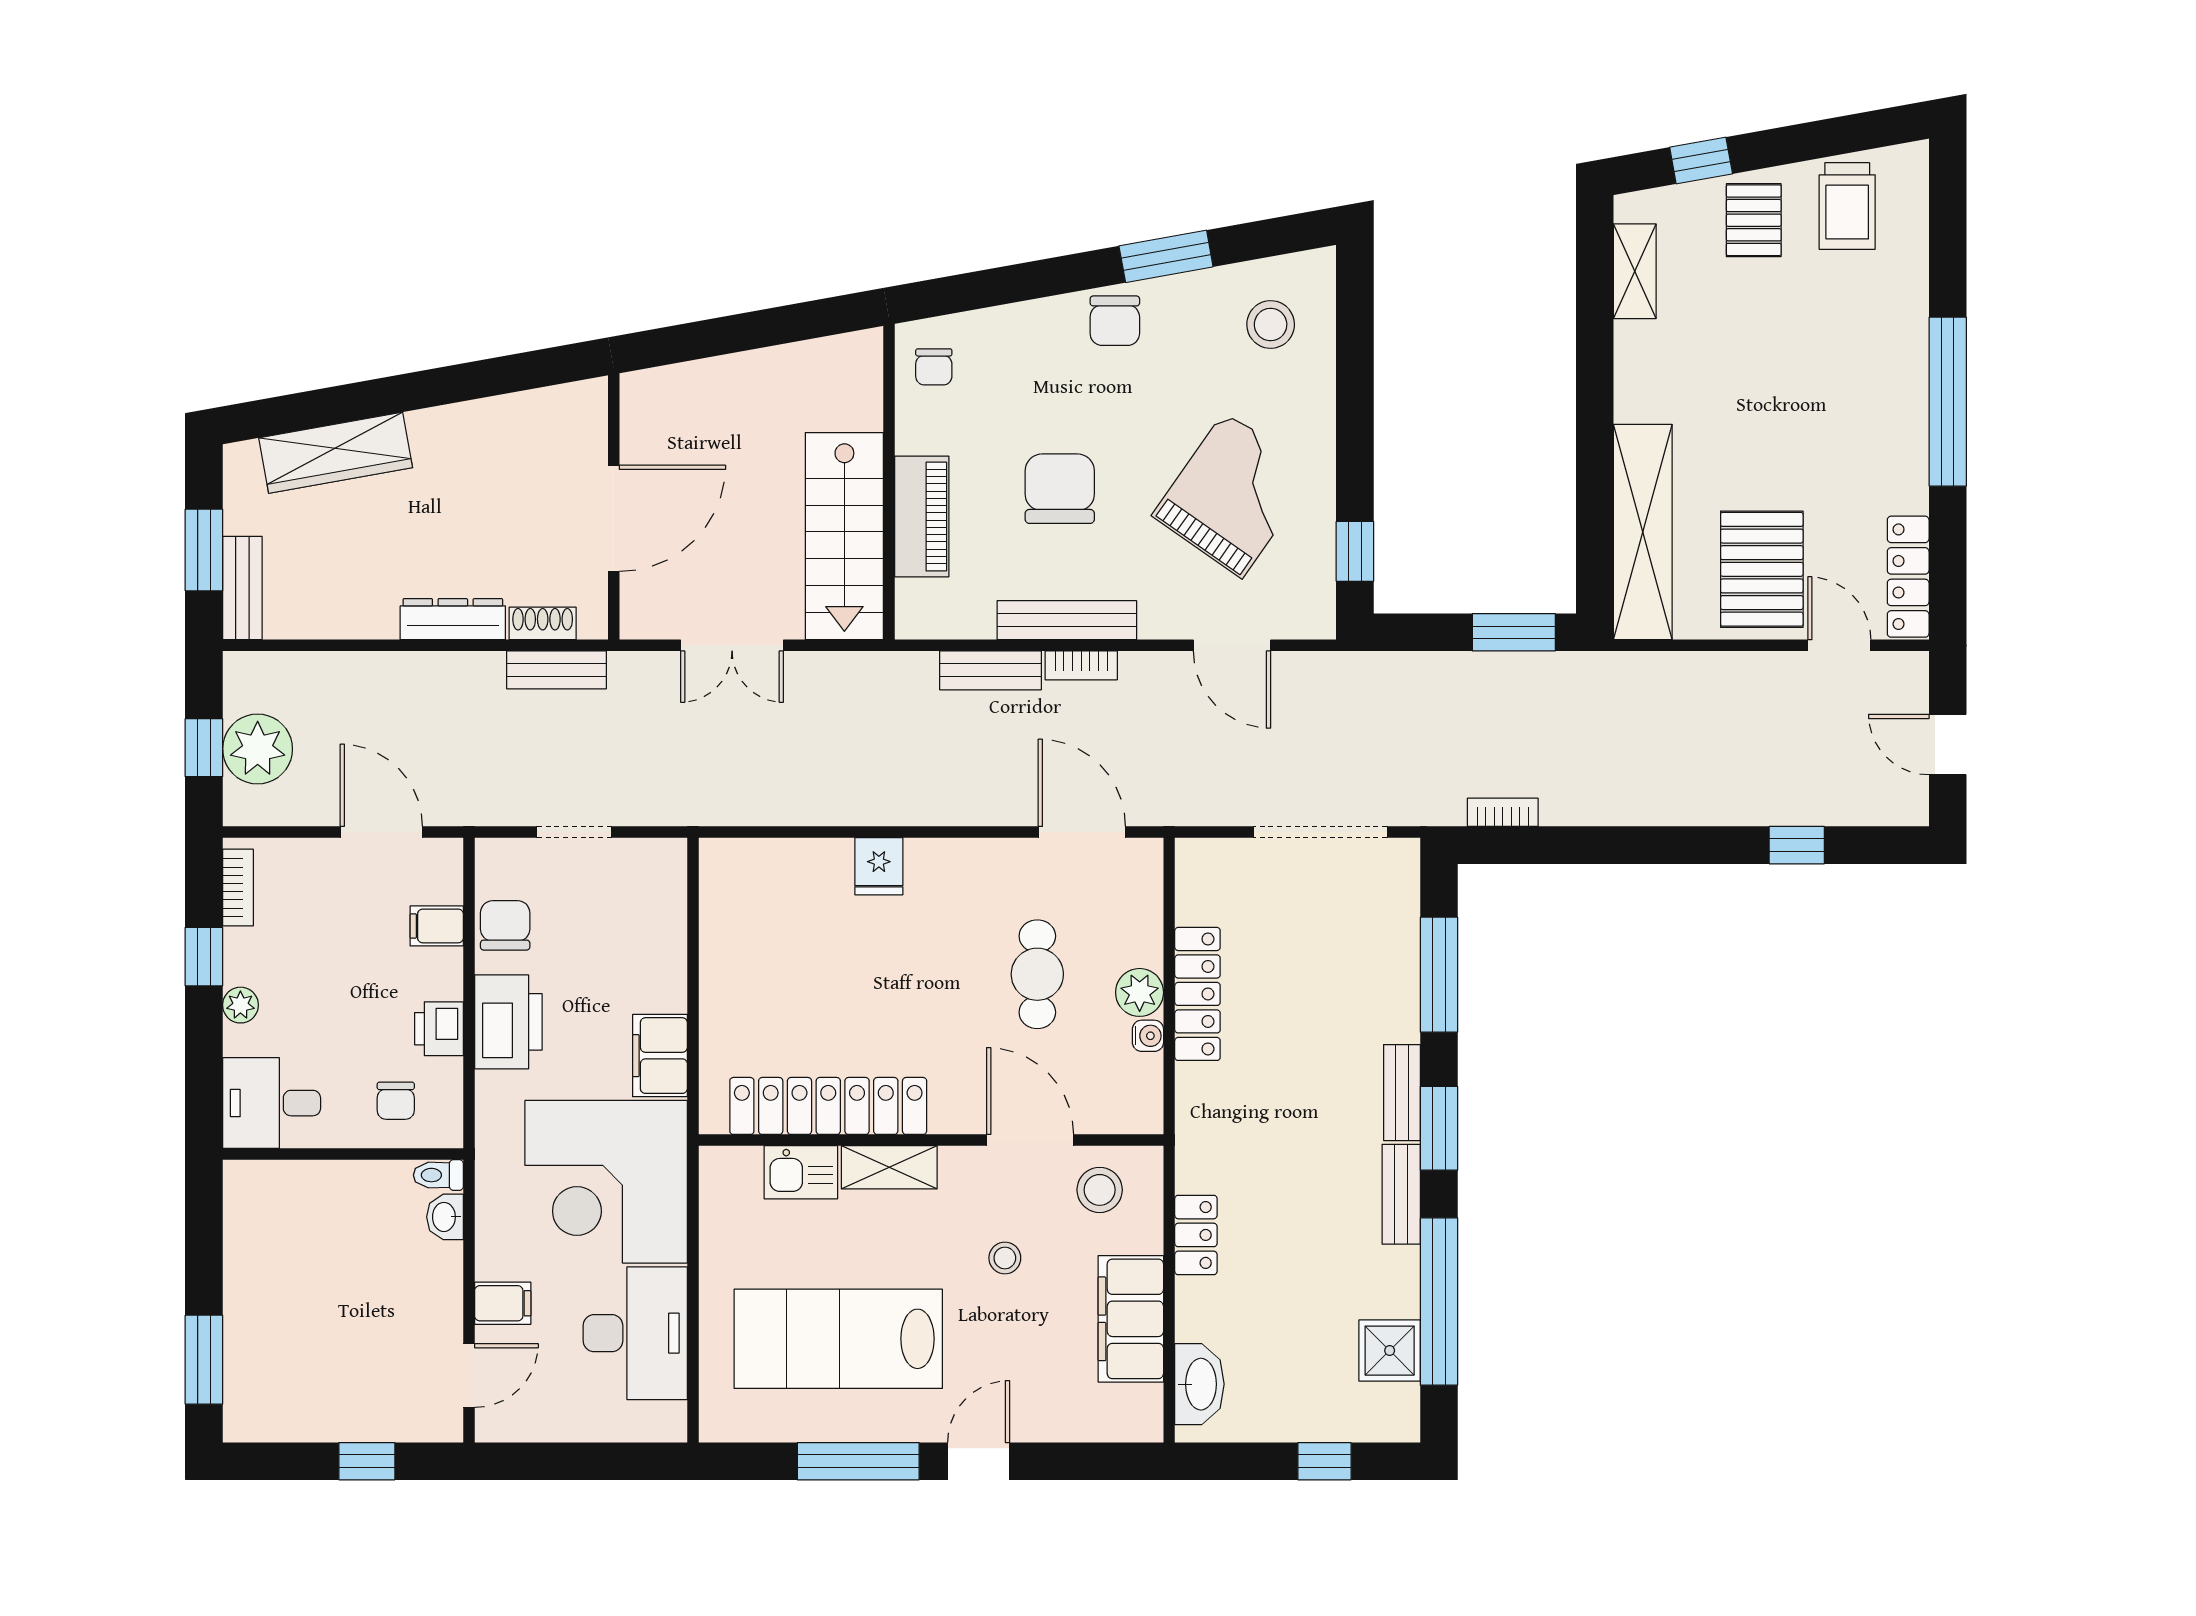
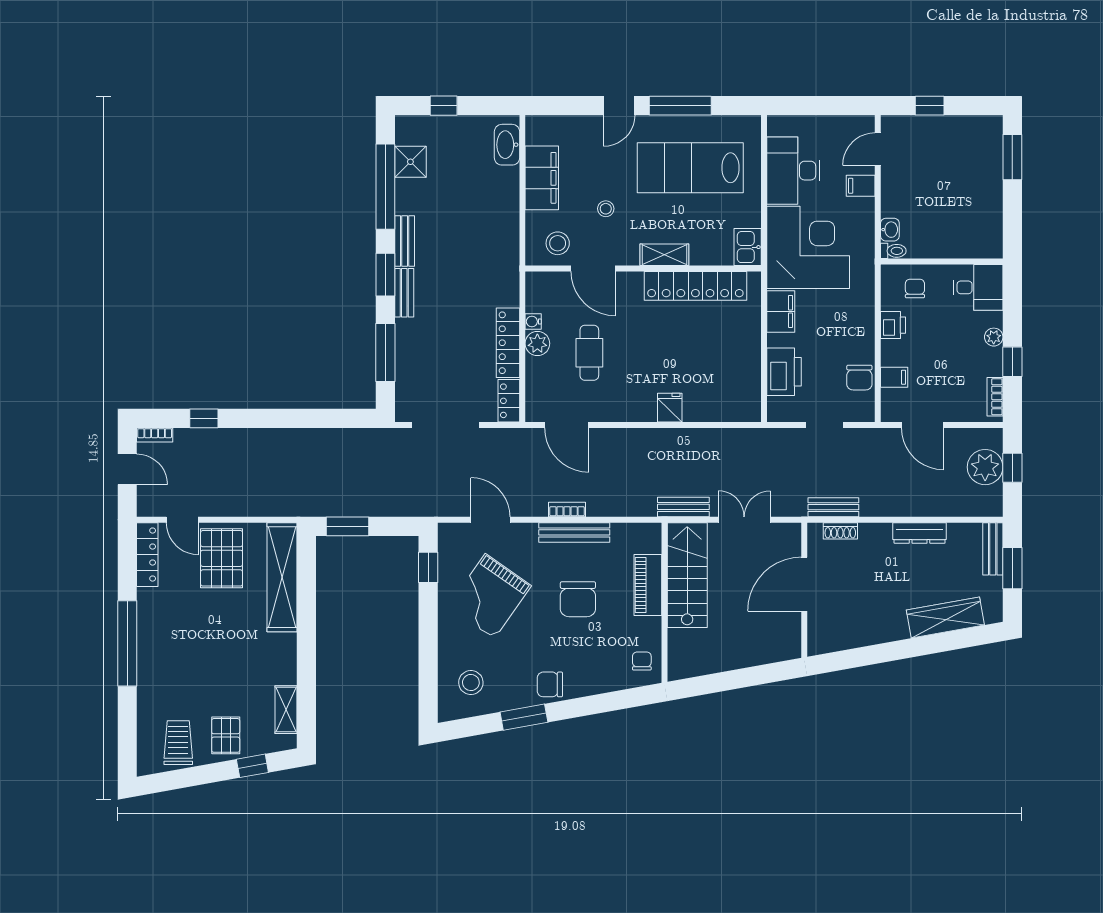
chair: (1115, 321) -> (550, 684), turned -90
dresser: (453, 619) -> (920, 533), moved
bench: (991, 670) -> (683, 507), moved
bookcase: (1503, 812) -> (155, 435), moved
printer: (508, 1022) -> (784, 372), moved, turned 180
kitchen sink: (801, 1172) -> (748, 247), moved, turned -90
locker: (1196, 1235) -> (509, 401), moved
lab bench: (838, 1339) -> (690, 168), turned 180

